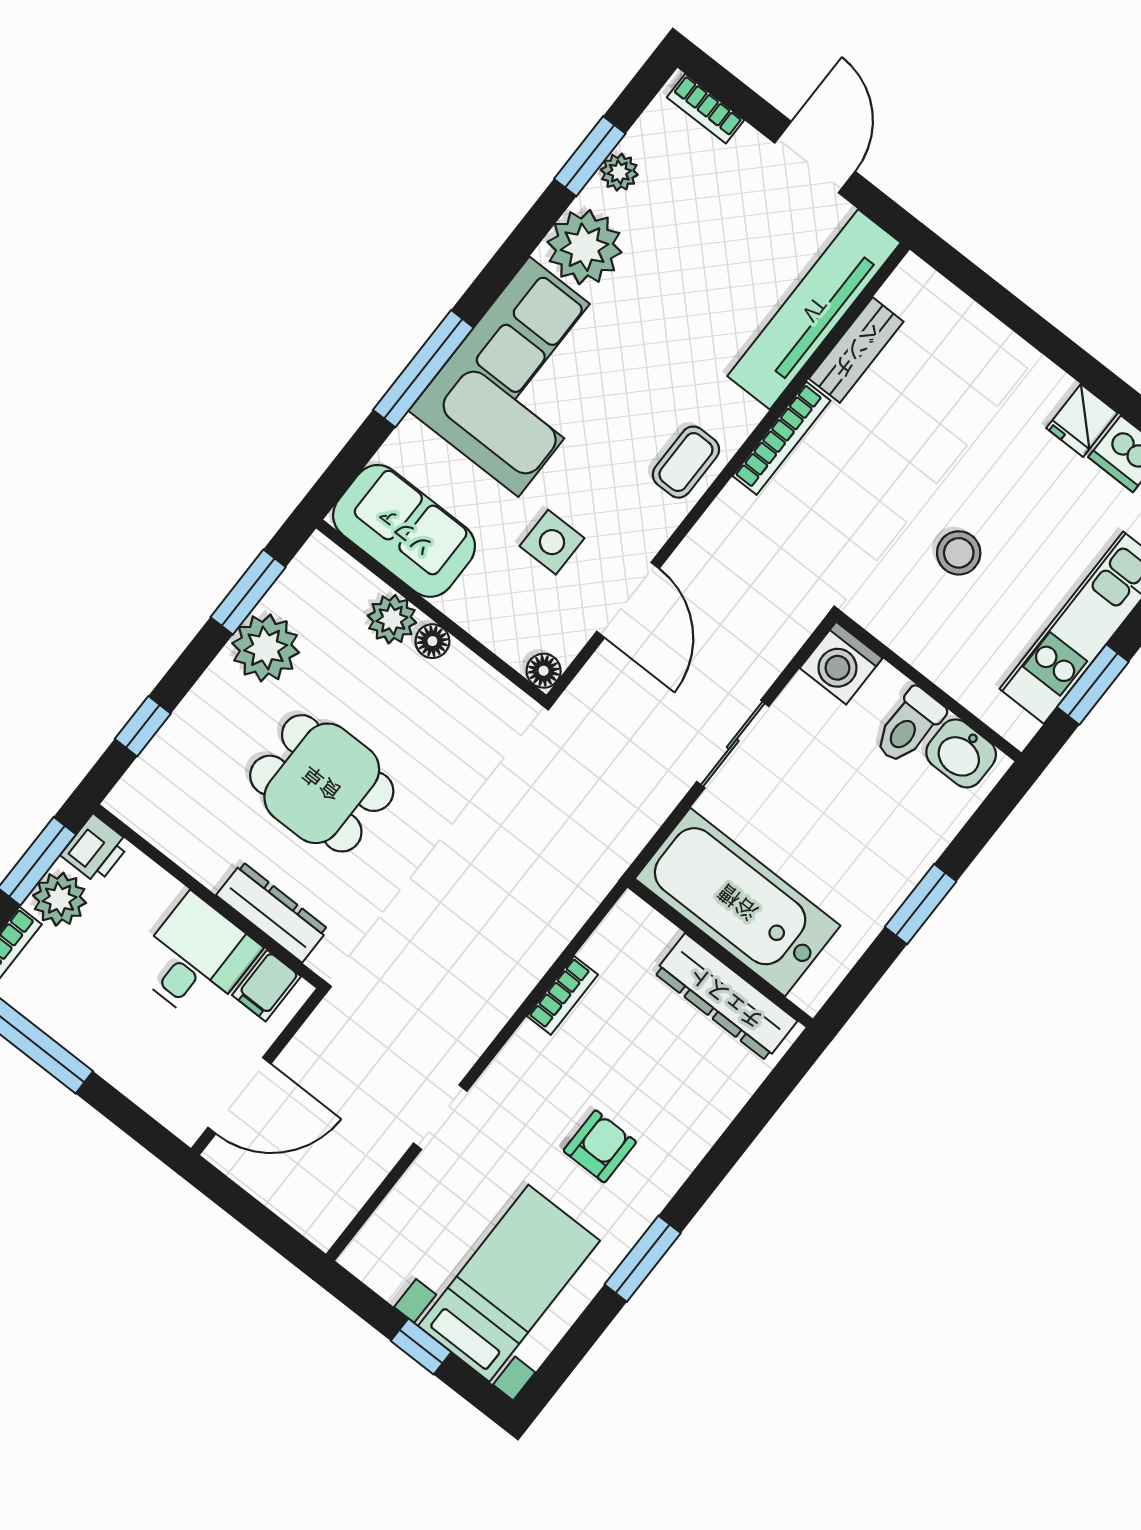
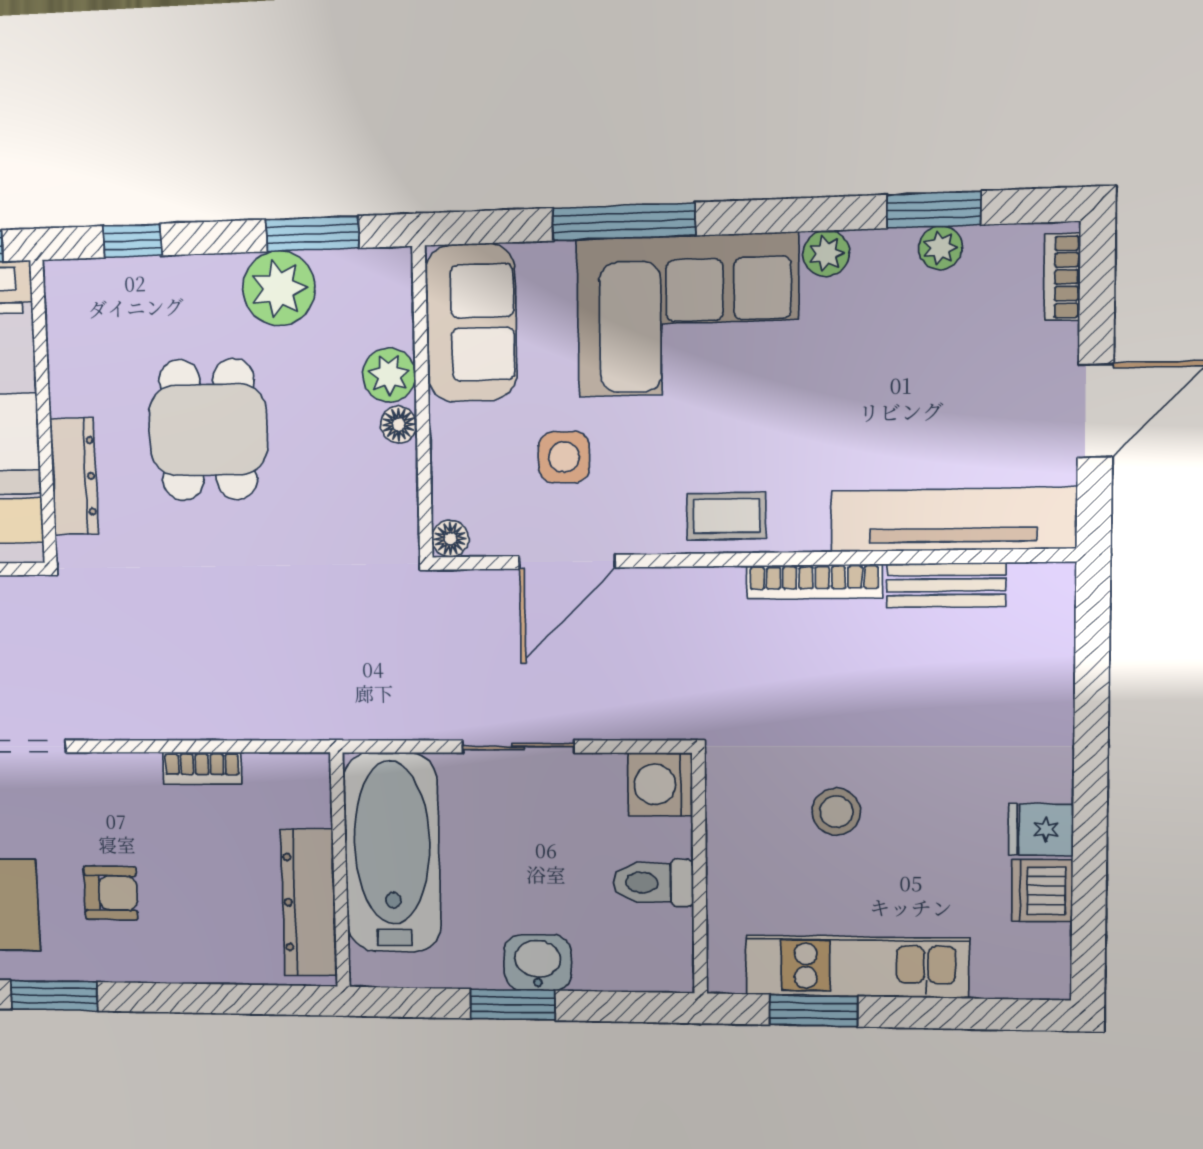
plant: (584, 247) -> (826, 253), width x0.53, depth x0.53
washbasin: (961, 753) -> (538, 963), moved, turned 90

